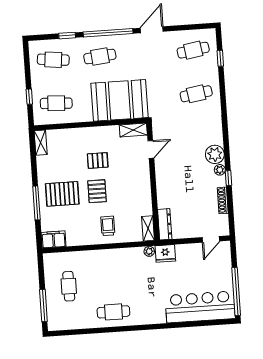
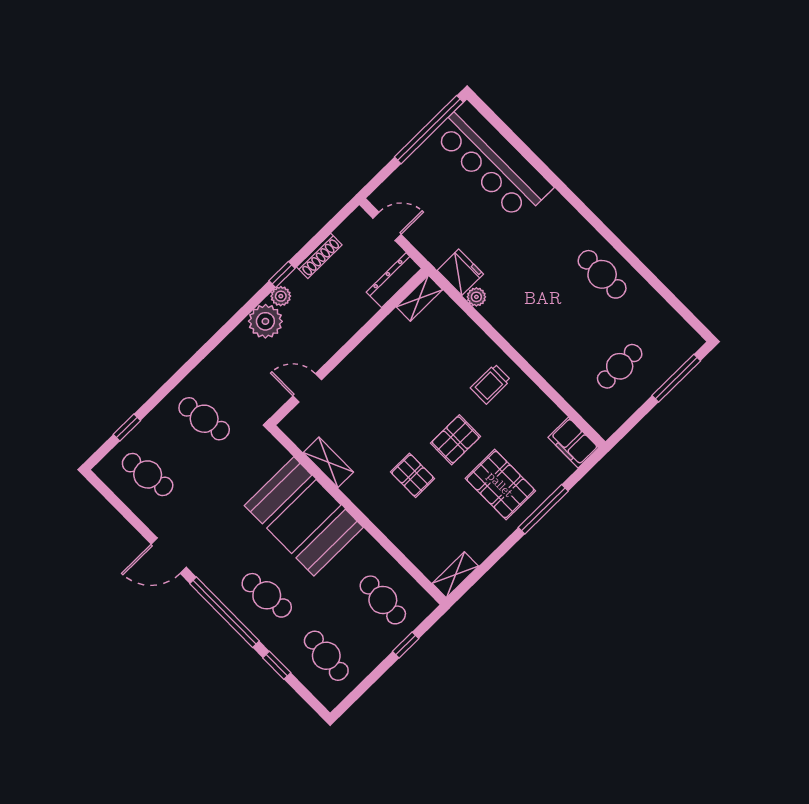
door: (151, 149) -> (307, 388), moved
wall: (153, 182) -> (349, 347), moved
dresser: (165, 224) -> (394, 280), moved
shelving: (148, 228) -> (419, 298), moved

